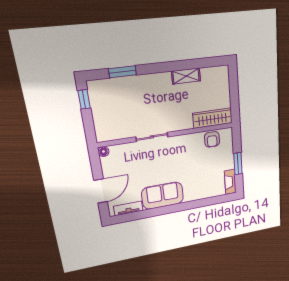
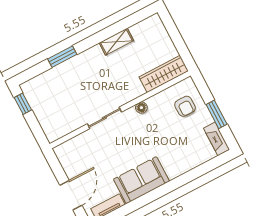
window: (122, 72) -> (62, 57), moved
armchair: (212, 139) -> (185, 106), moved
floor lamp: (103, 151) -> (141, 108), moved

